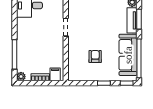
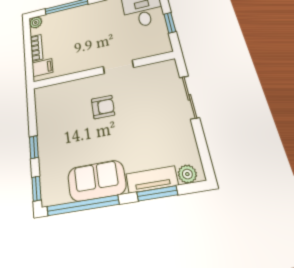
sofa: (128, 55) -> (97, 181), width x0.73
armchair: (95, 57) -> (103, 107), moved

